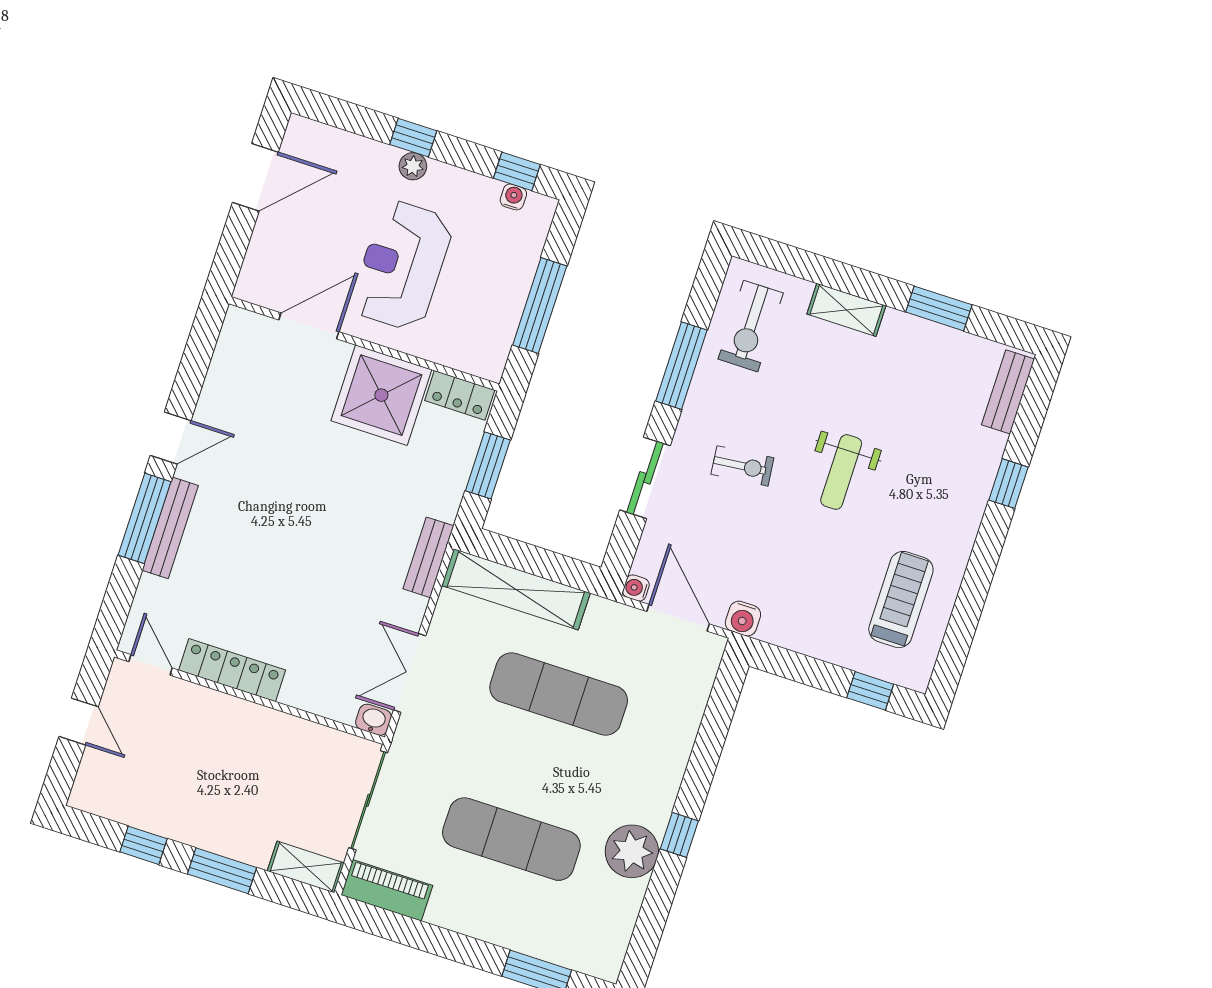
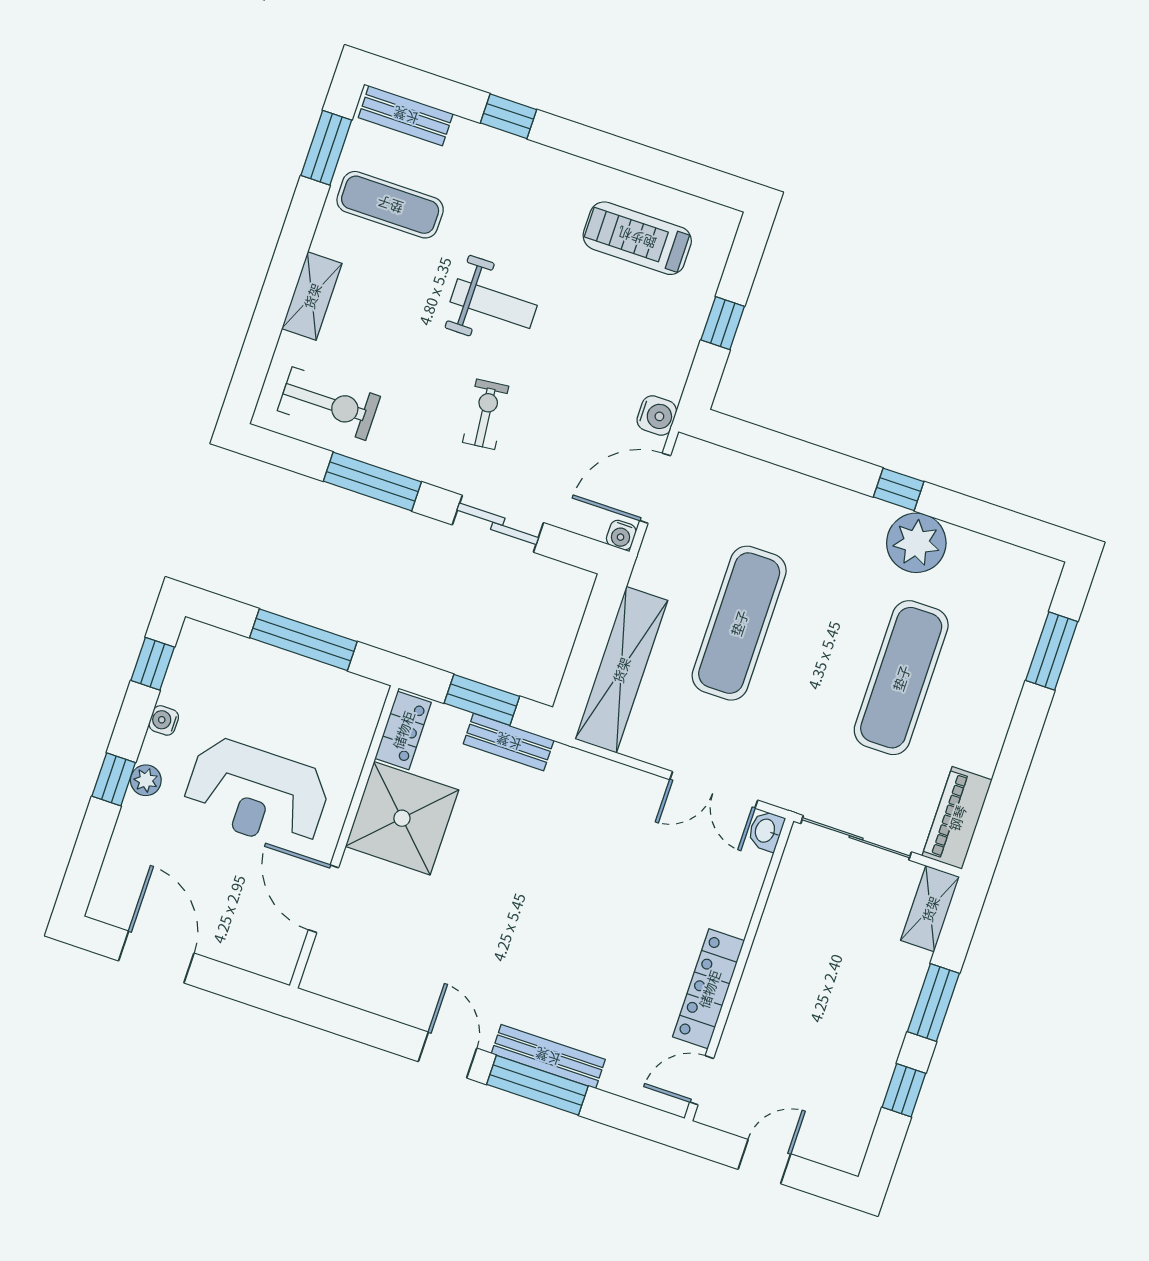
water cooler: (513, 197) -> (164, 720), moved
window: (939, 308) -> (326, 148), moved
exercise mat: (928, 379) -> (390, 205), added
bench: (428, 557) -> (509, 742), moved
window: (870, 691) -> (723, 323), moved

